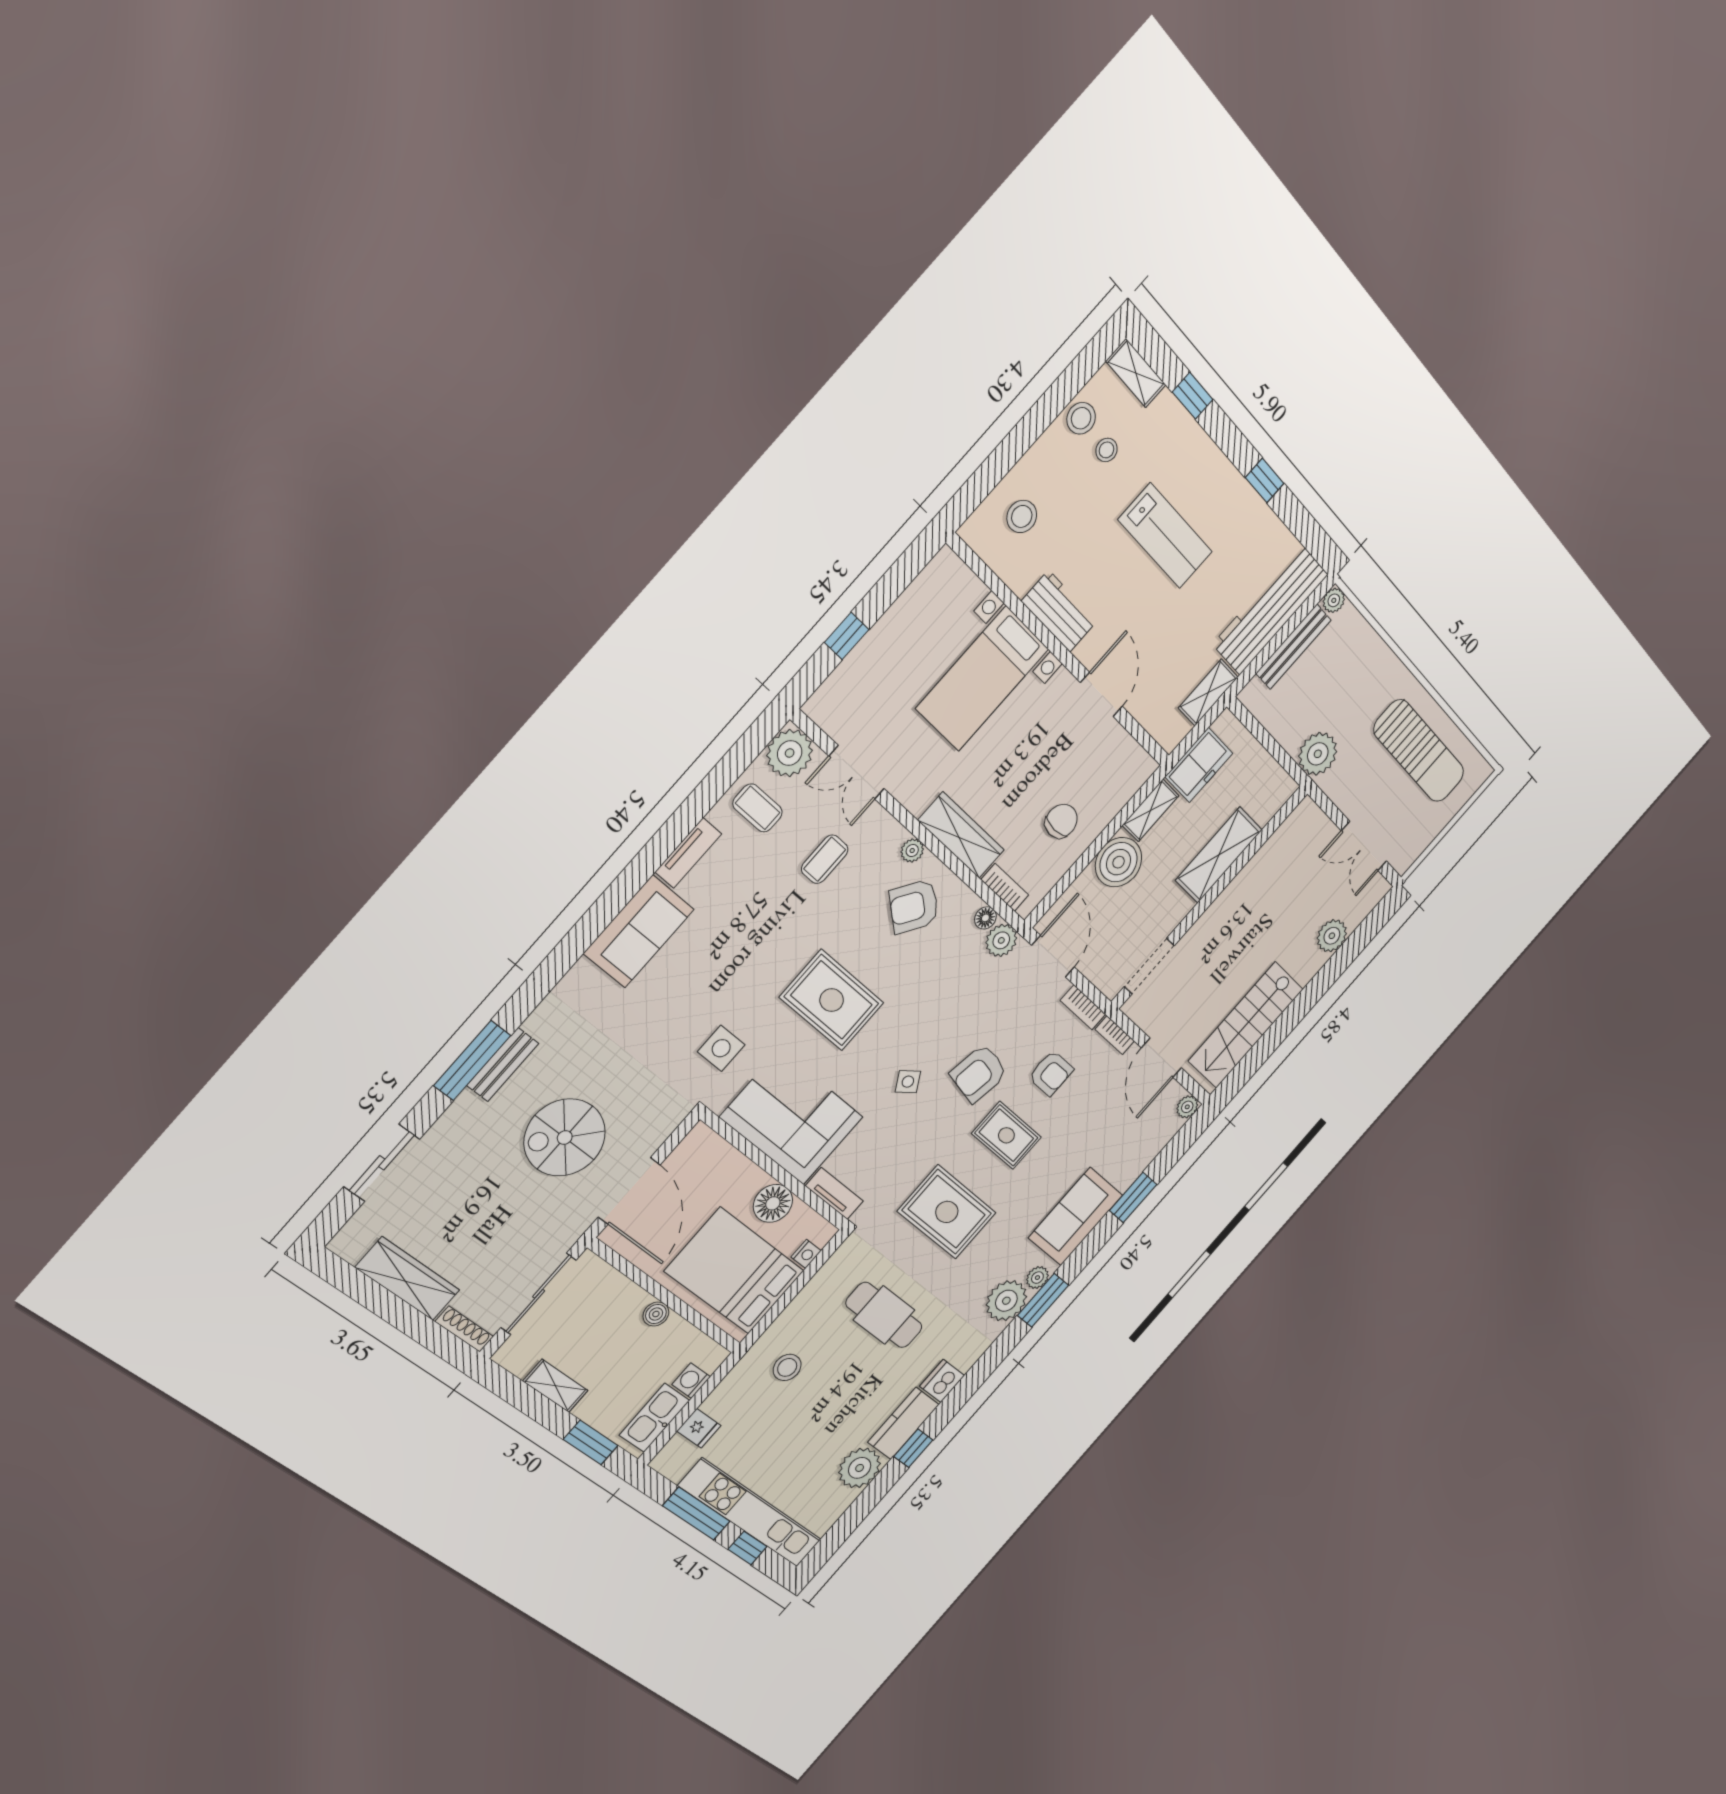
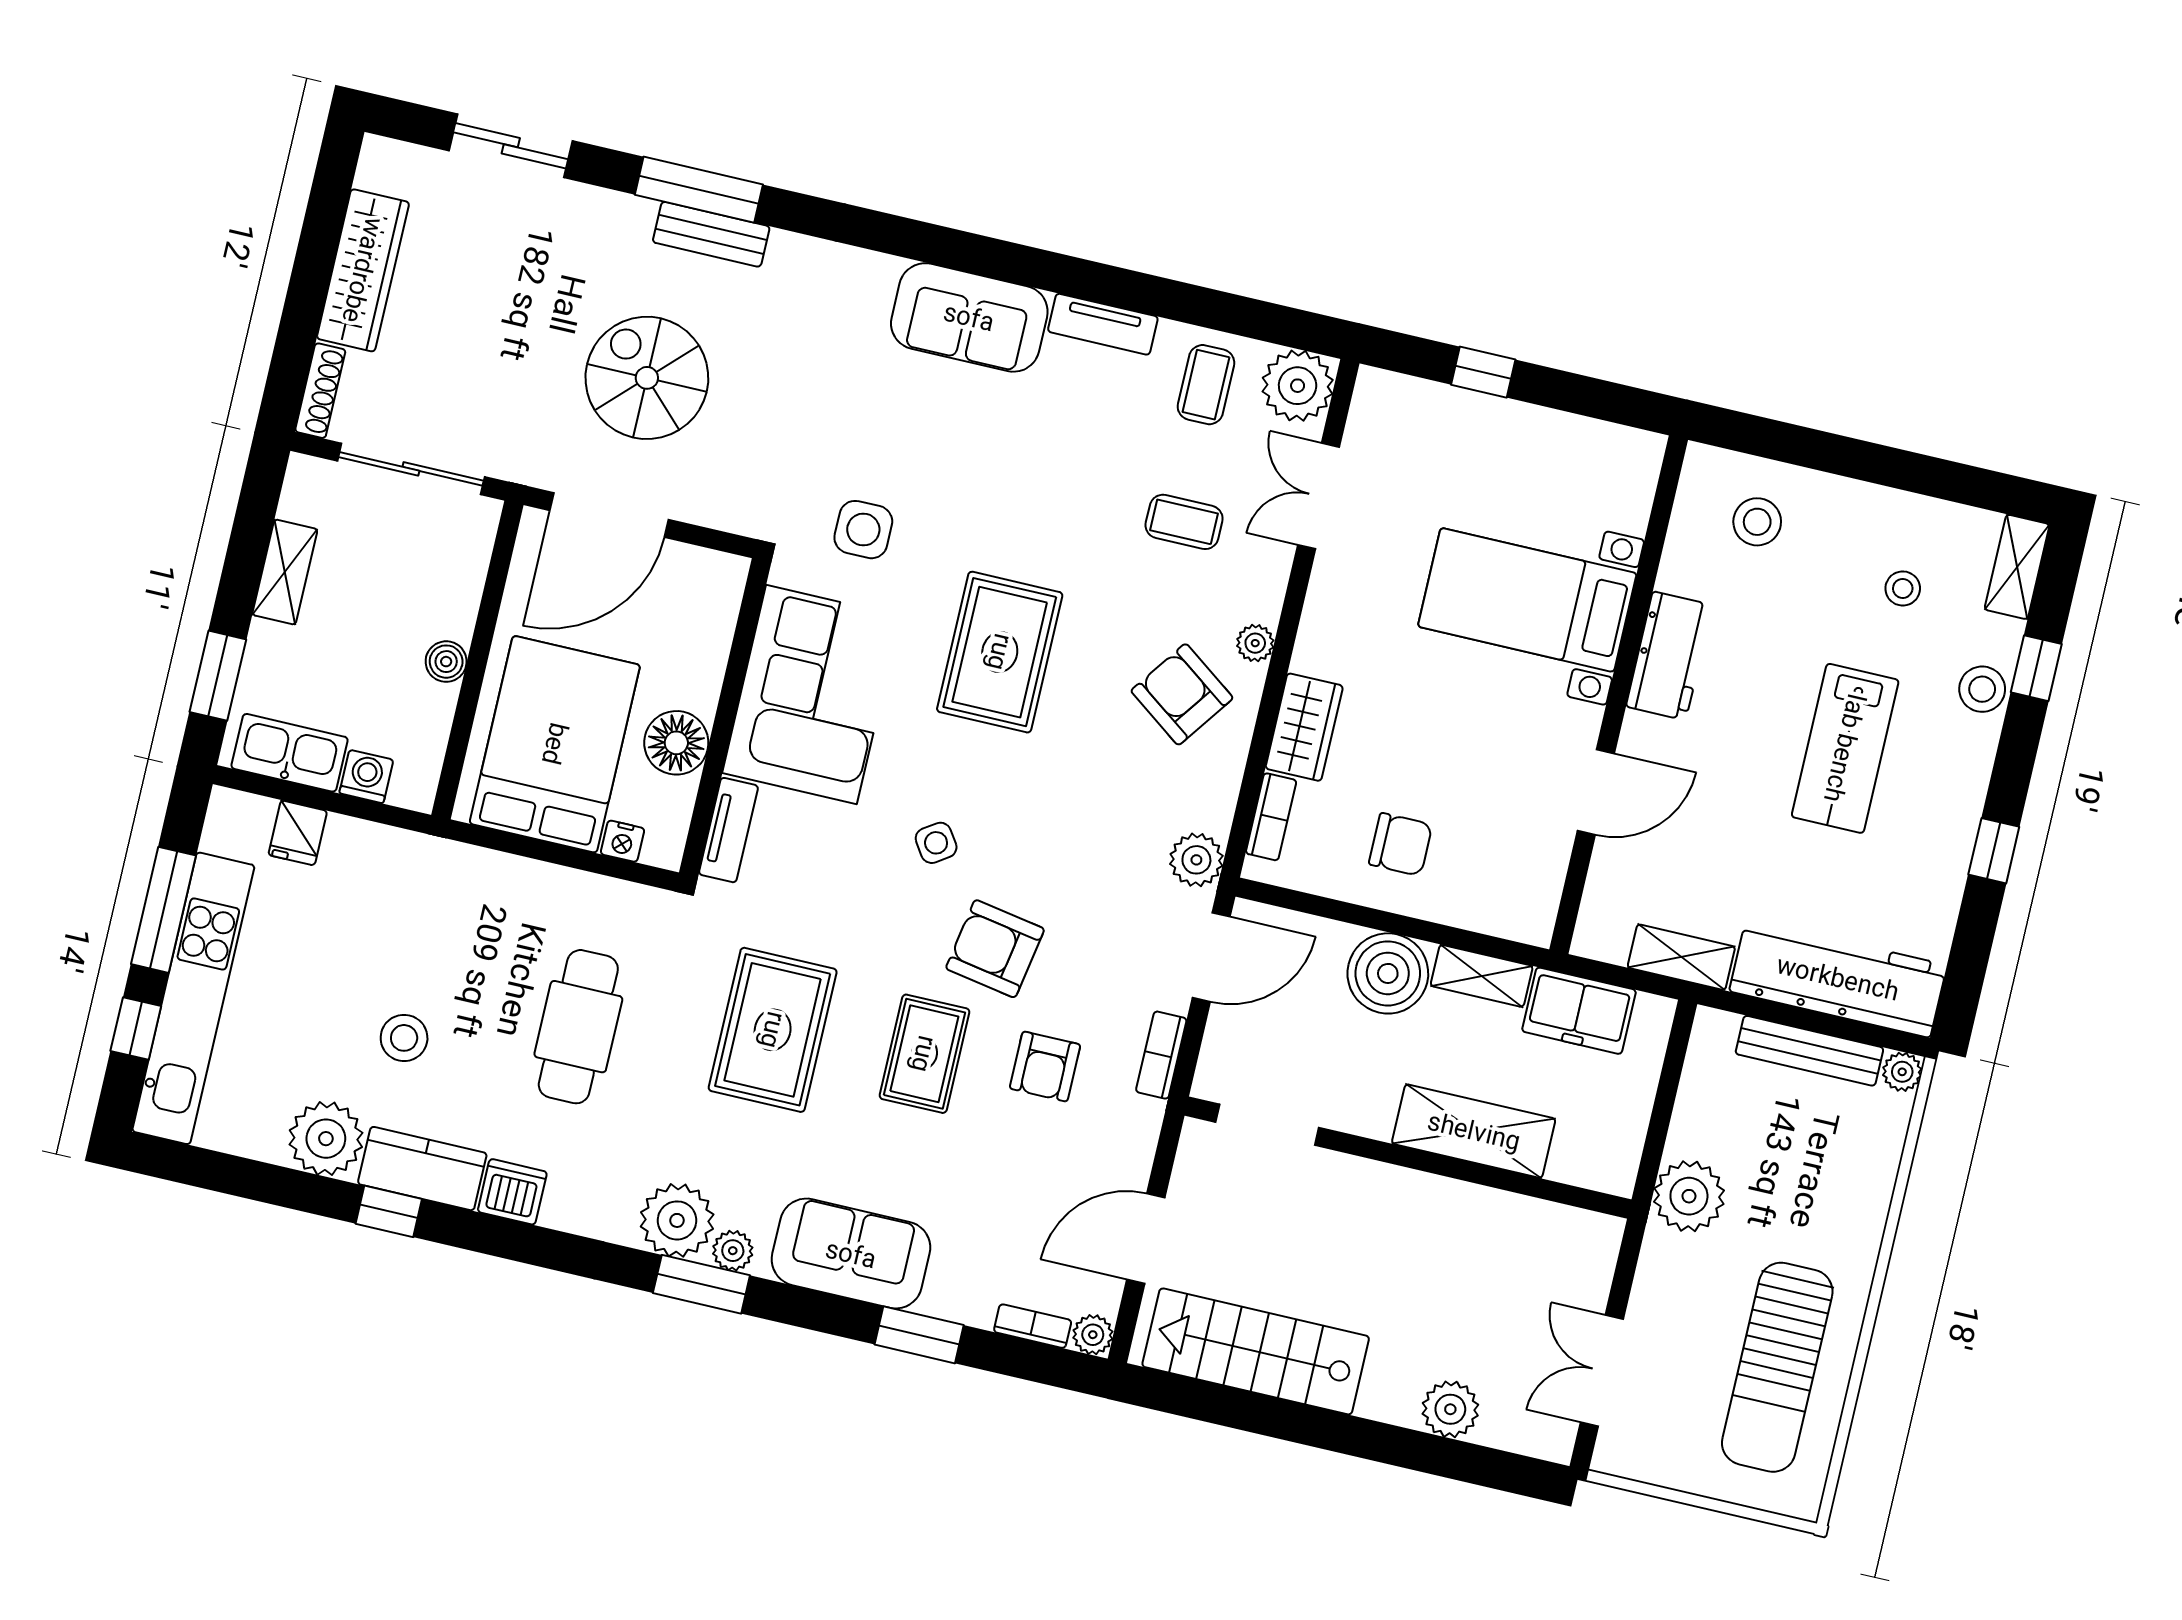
stool: (1081, 418) -> (1982, 689), moved
wardrobe: (961, 835) -> (1304, 727), width x0.67
floor lamp: (985, 918) -> (1216, 814), removed
bookcase: (1115, 1035) -> (1033, 1326), moved, turned 90
stool: (787, 1367) -> (404, 1038), moved

